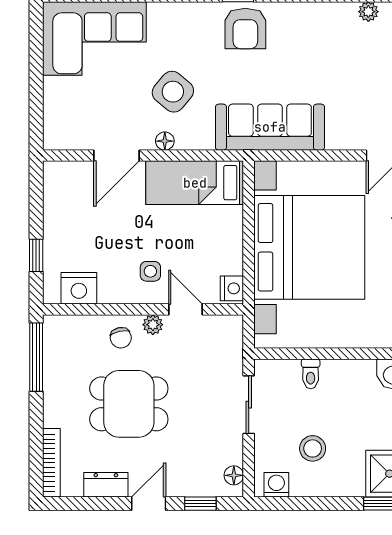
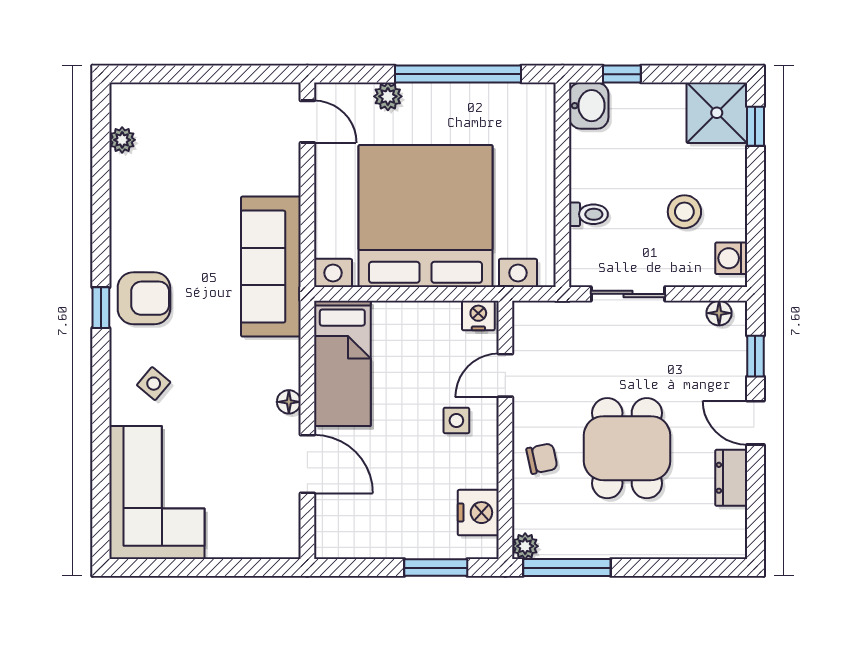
side table: (173, 92) -> (154, 384), moved, width x0.54, depth x0.54
window: (36, 255) -> (436, 568), width x1.50
plant: (153, 325) -> (525, 546), moved
bookcase: (51, 463) -> (703, 548), removed

